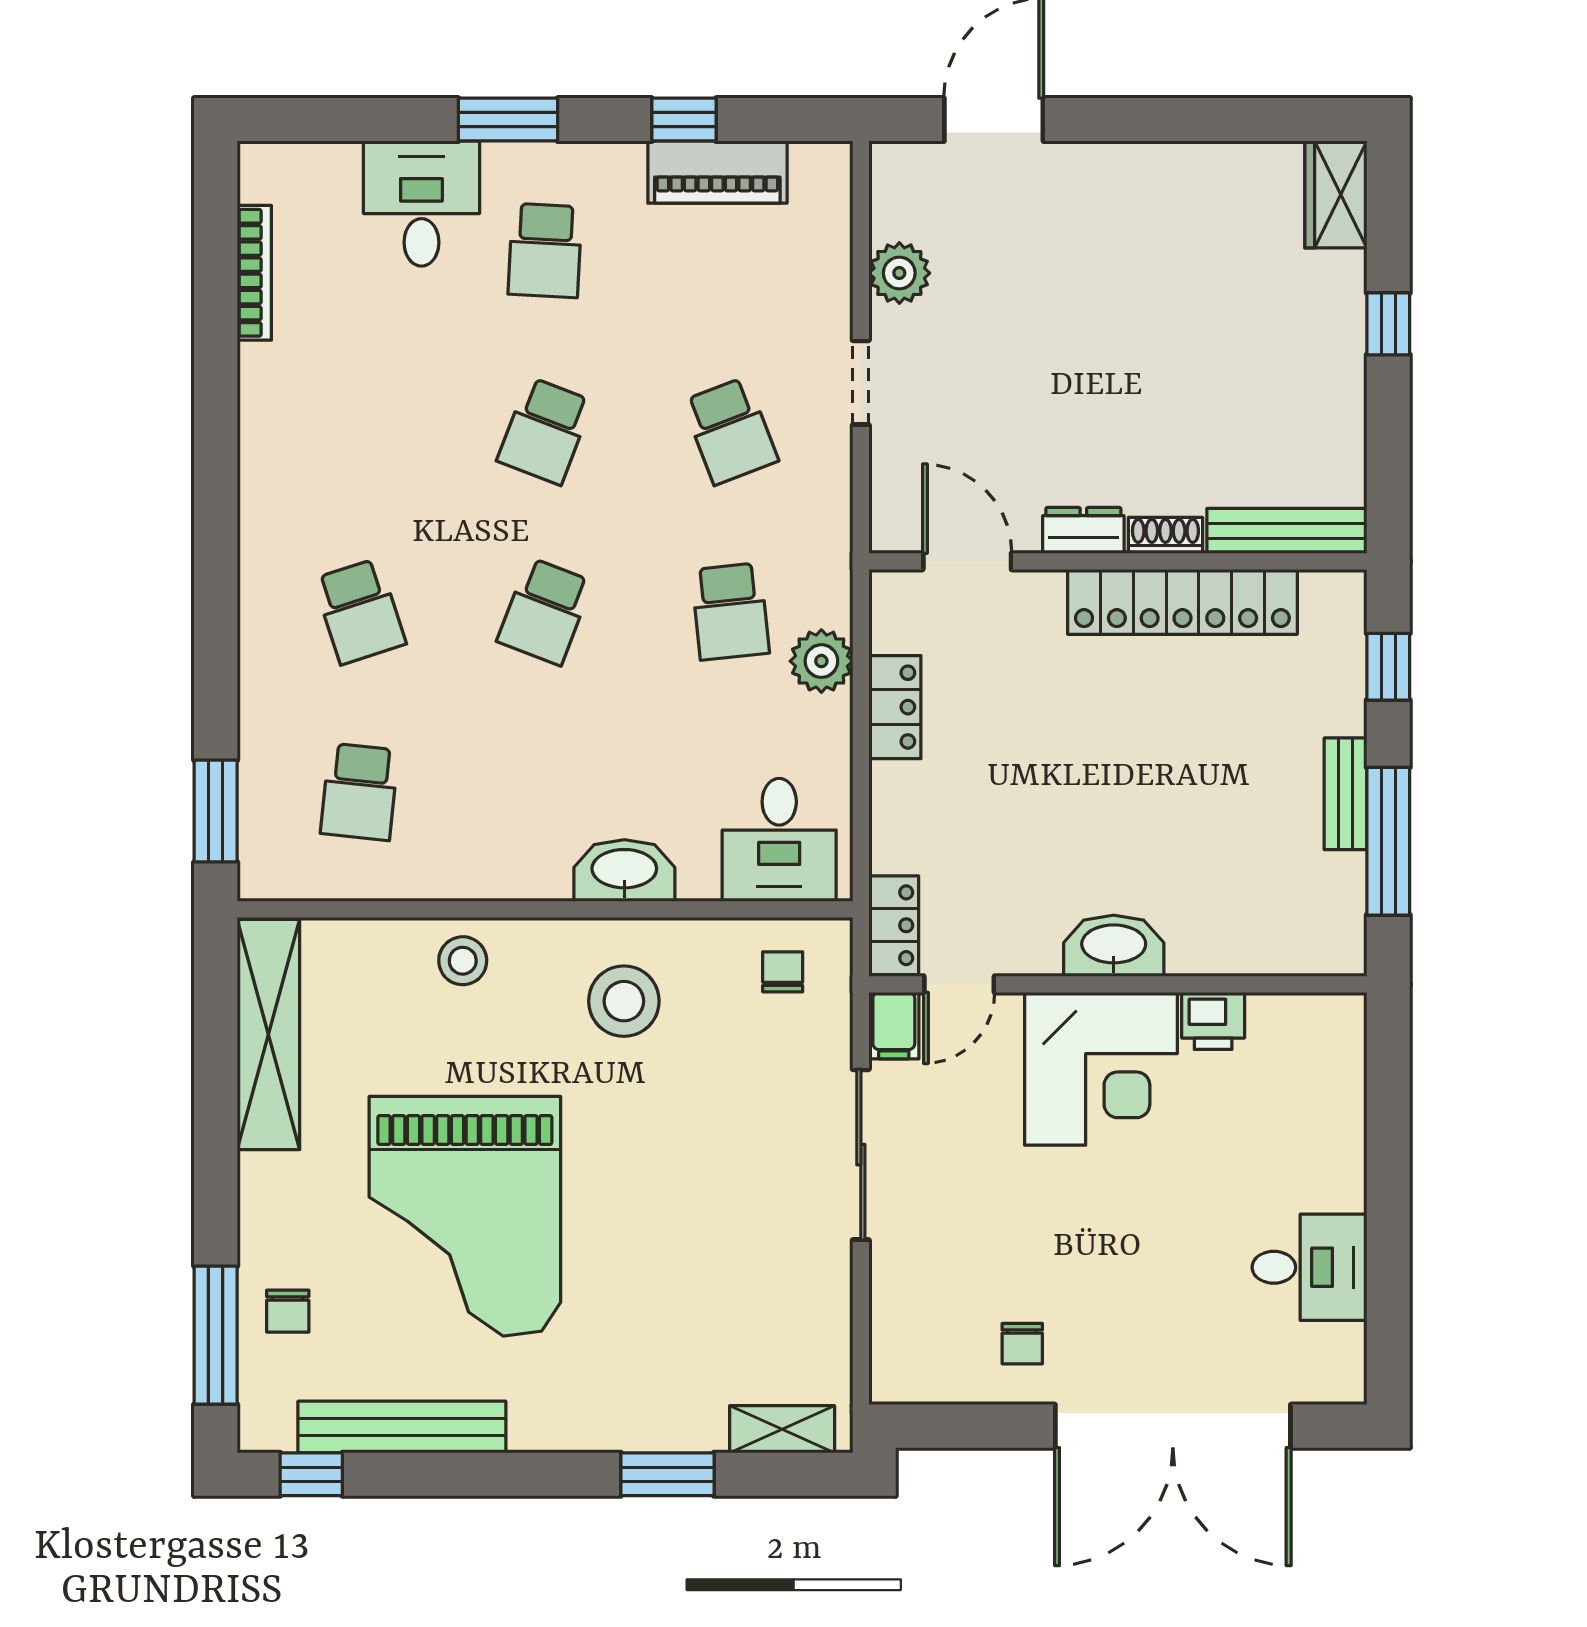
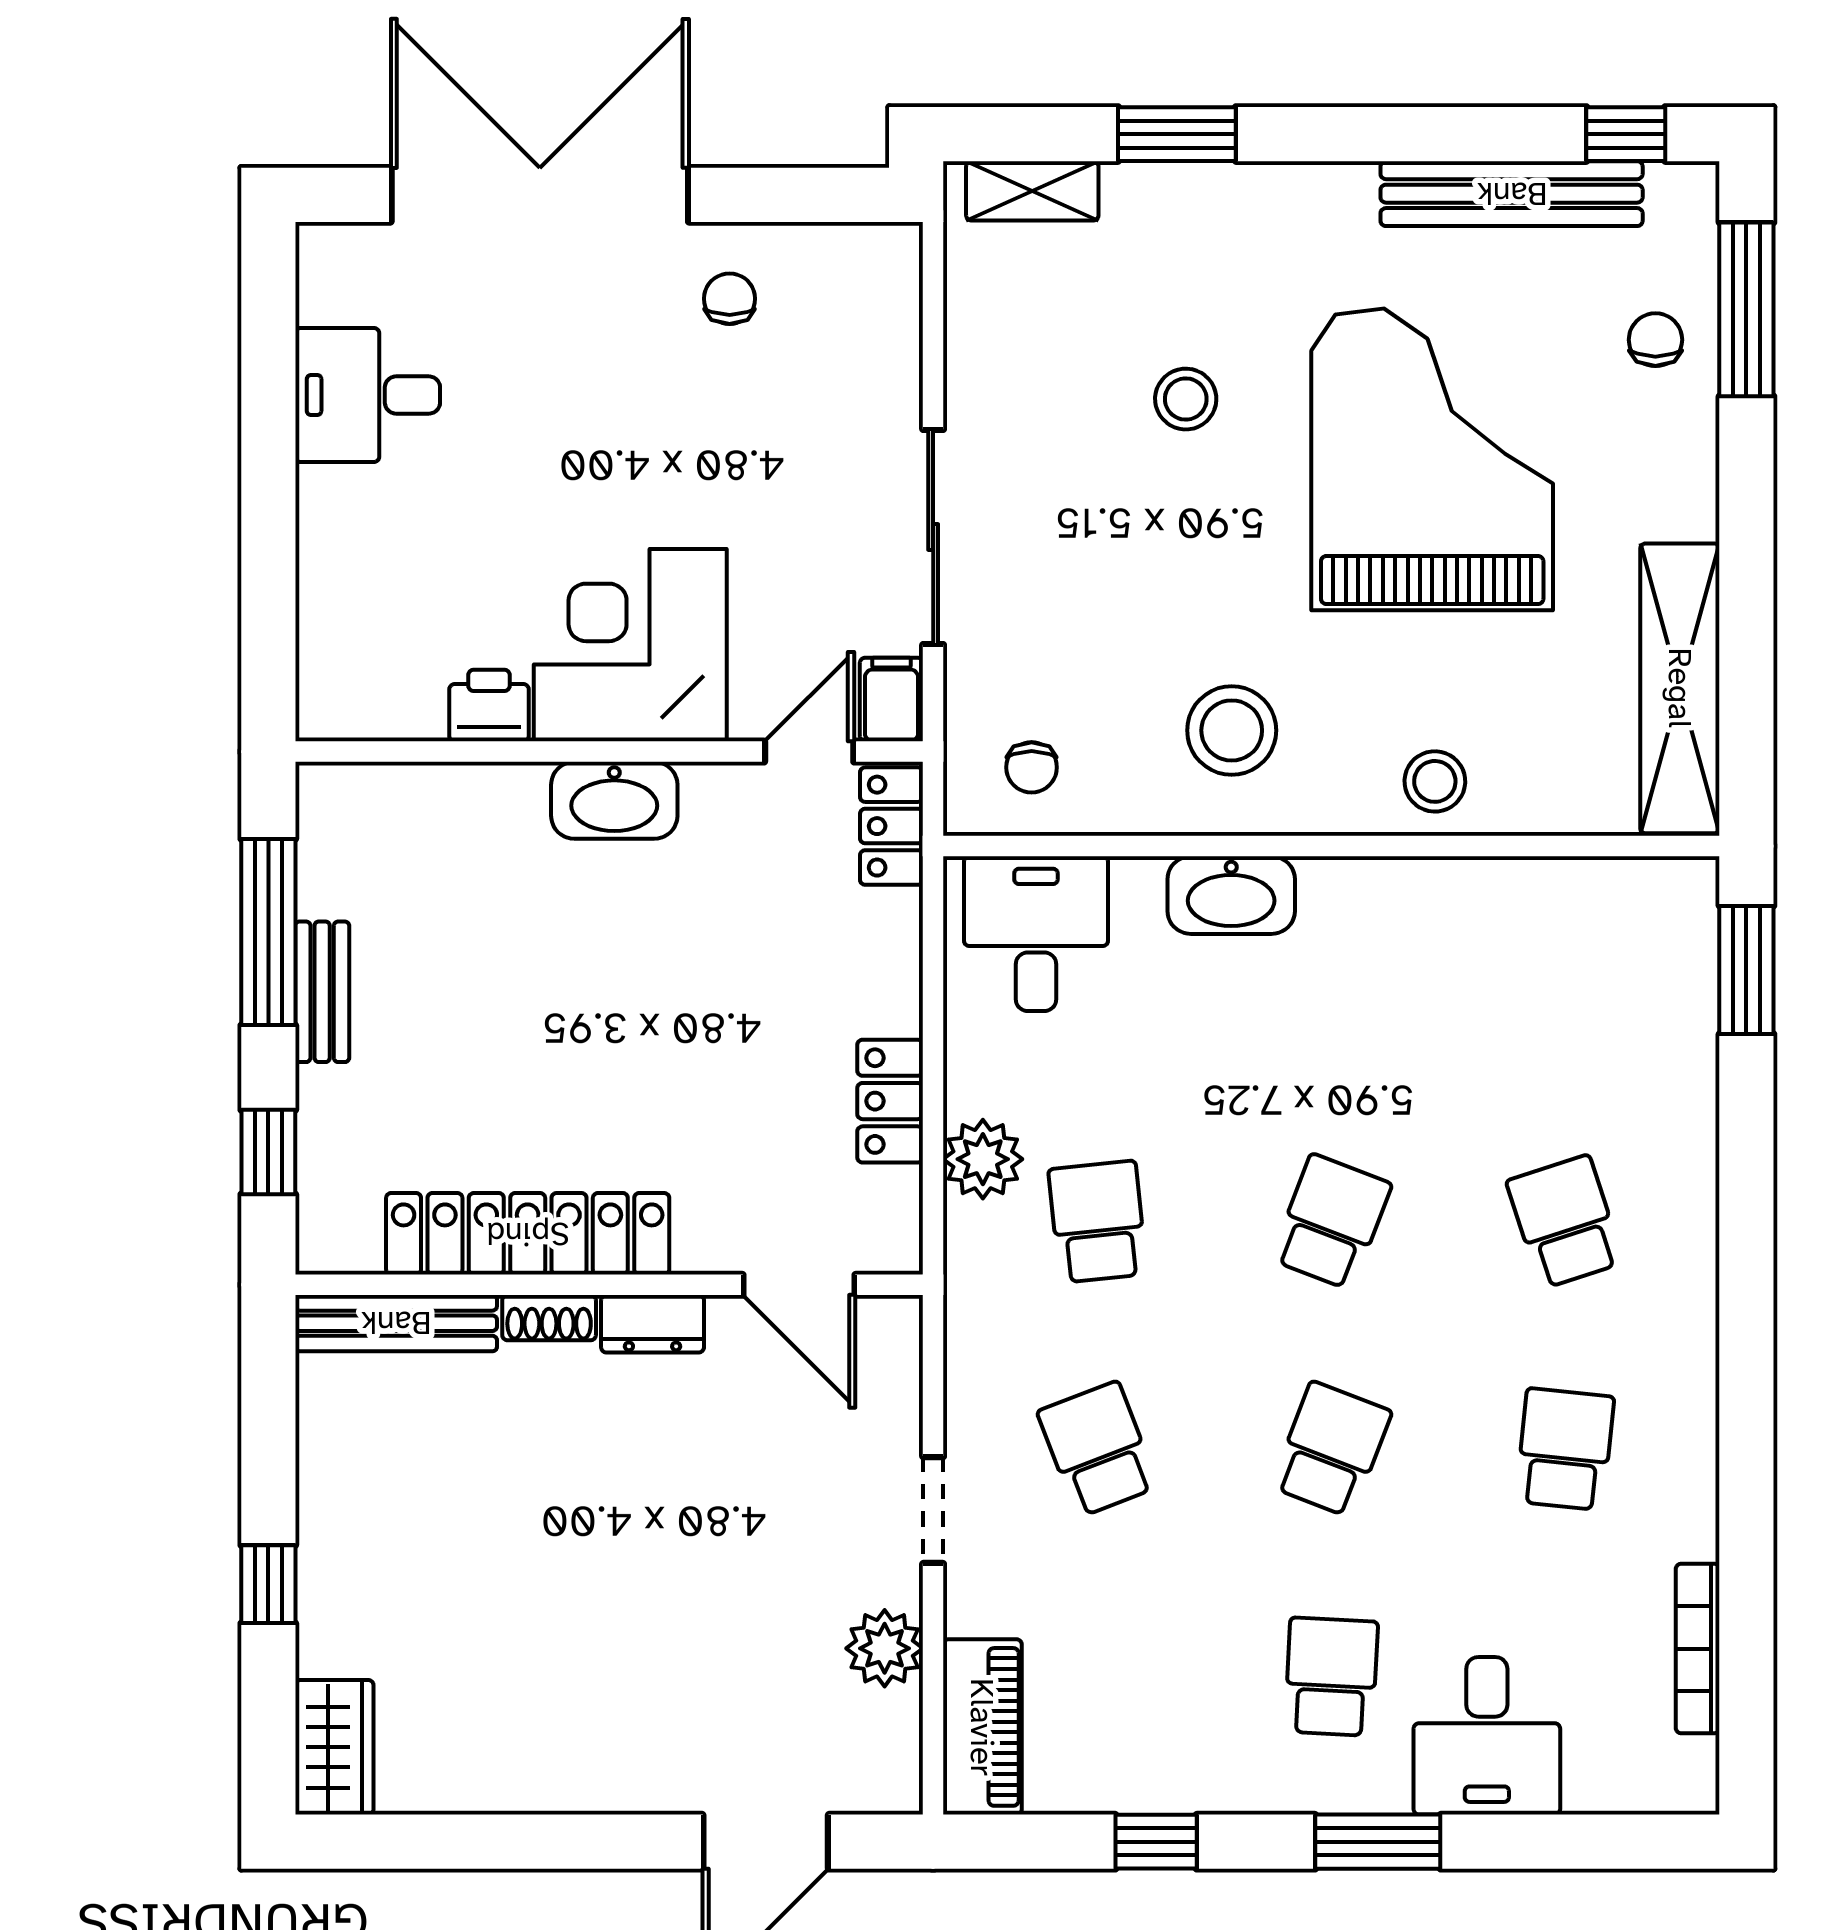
piano: (717, 172) -> (982, 1727), moved, turned 90
school desk: (360, 792) -> (1565, 1449), moved
stool: (660, 1264) -> (1186, 399), added

